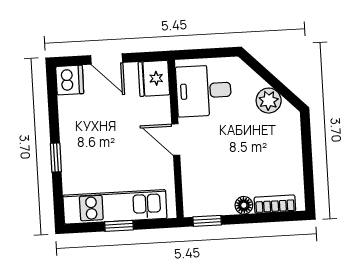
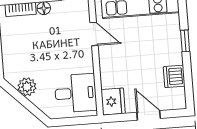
dishwasher: (70, 80) -> (174, 76), moved
door: (176, 140) -> (94, 34), moved

